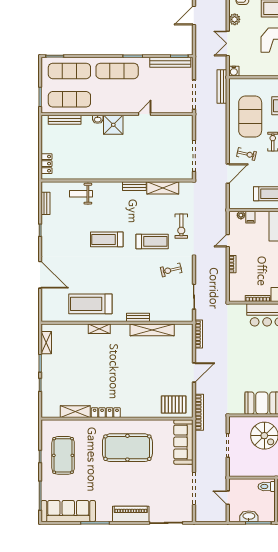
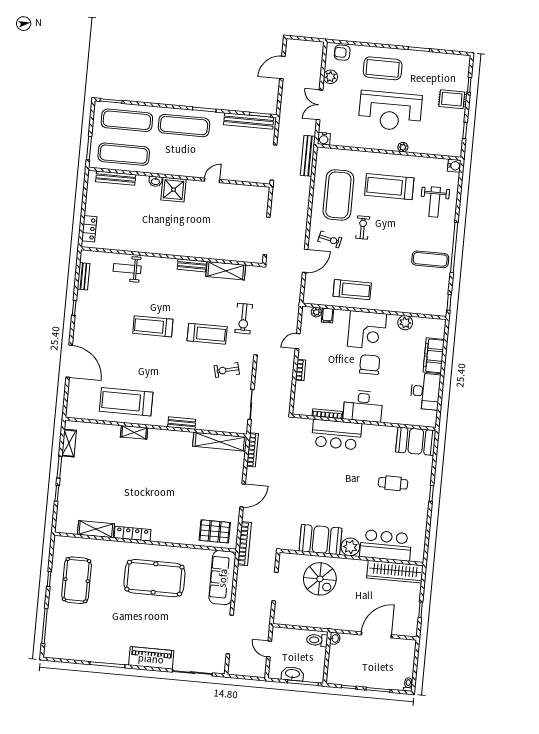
shelving: (152, 330) -> (220, 442), moved
sofa: (68, 511) -> (77, 648), removed

